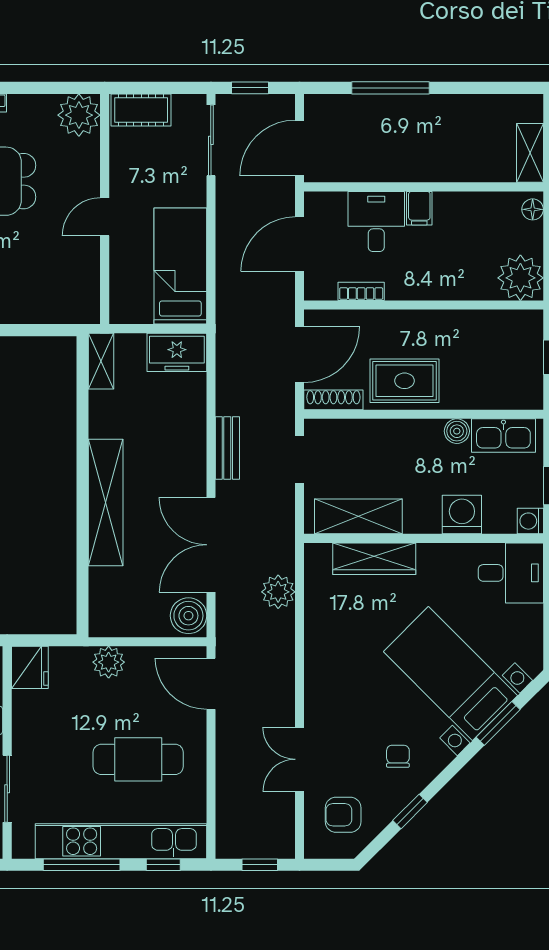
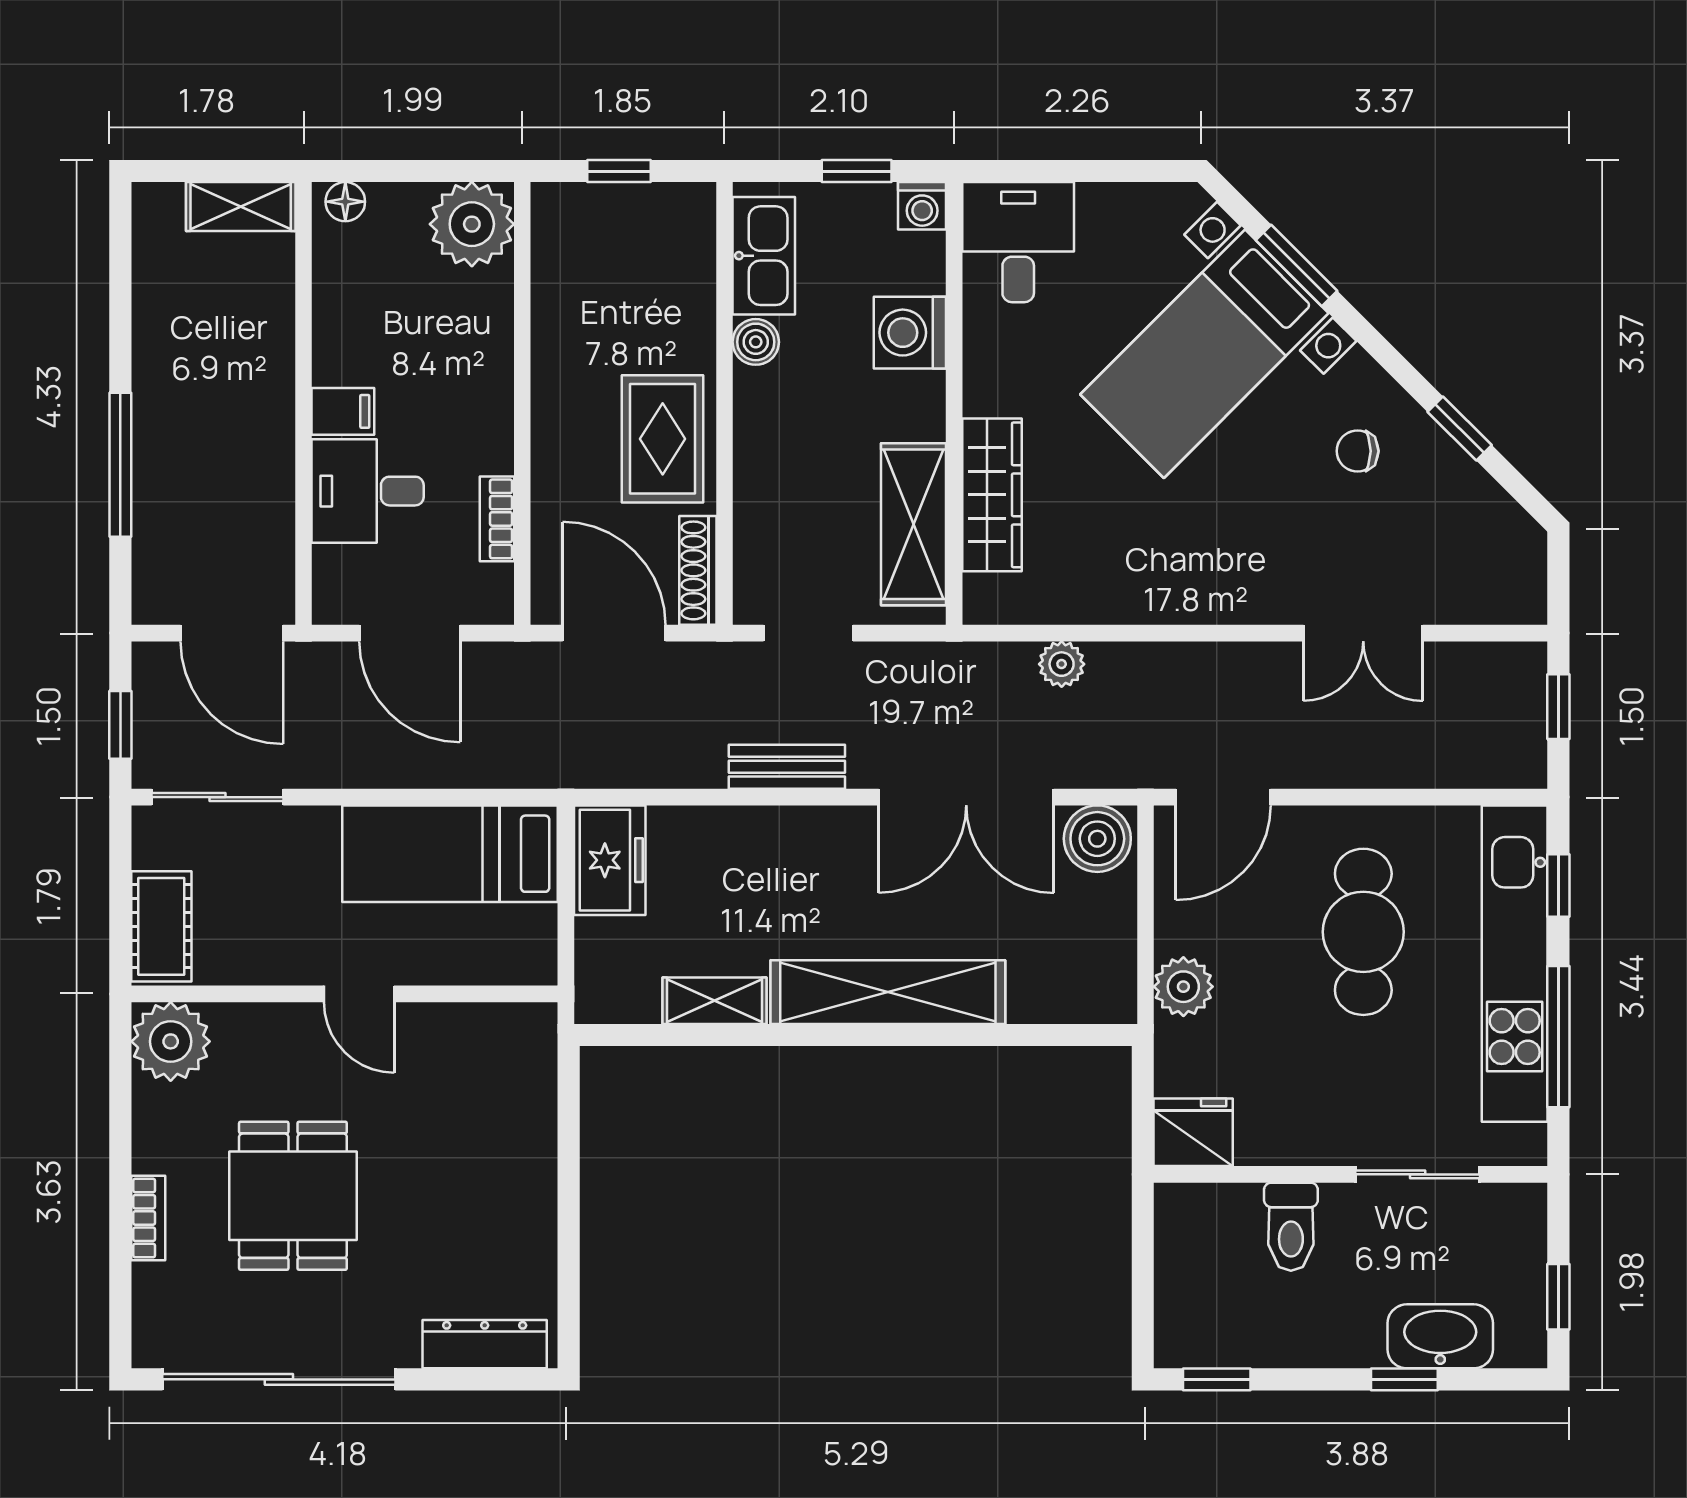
shelving: (101, 361) -> (714, 1001), moved
plant: (278, 592) -> (1062, 664), width x0.73, depth x0.73
armchair: (343, 815) -> (1466, 552), removed

